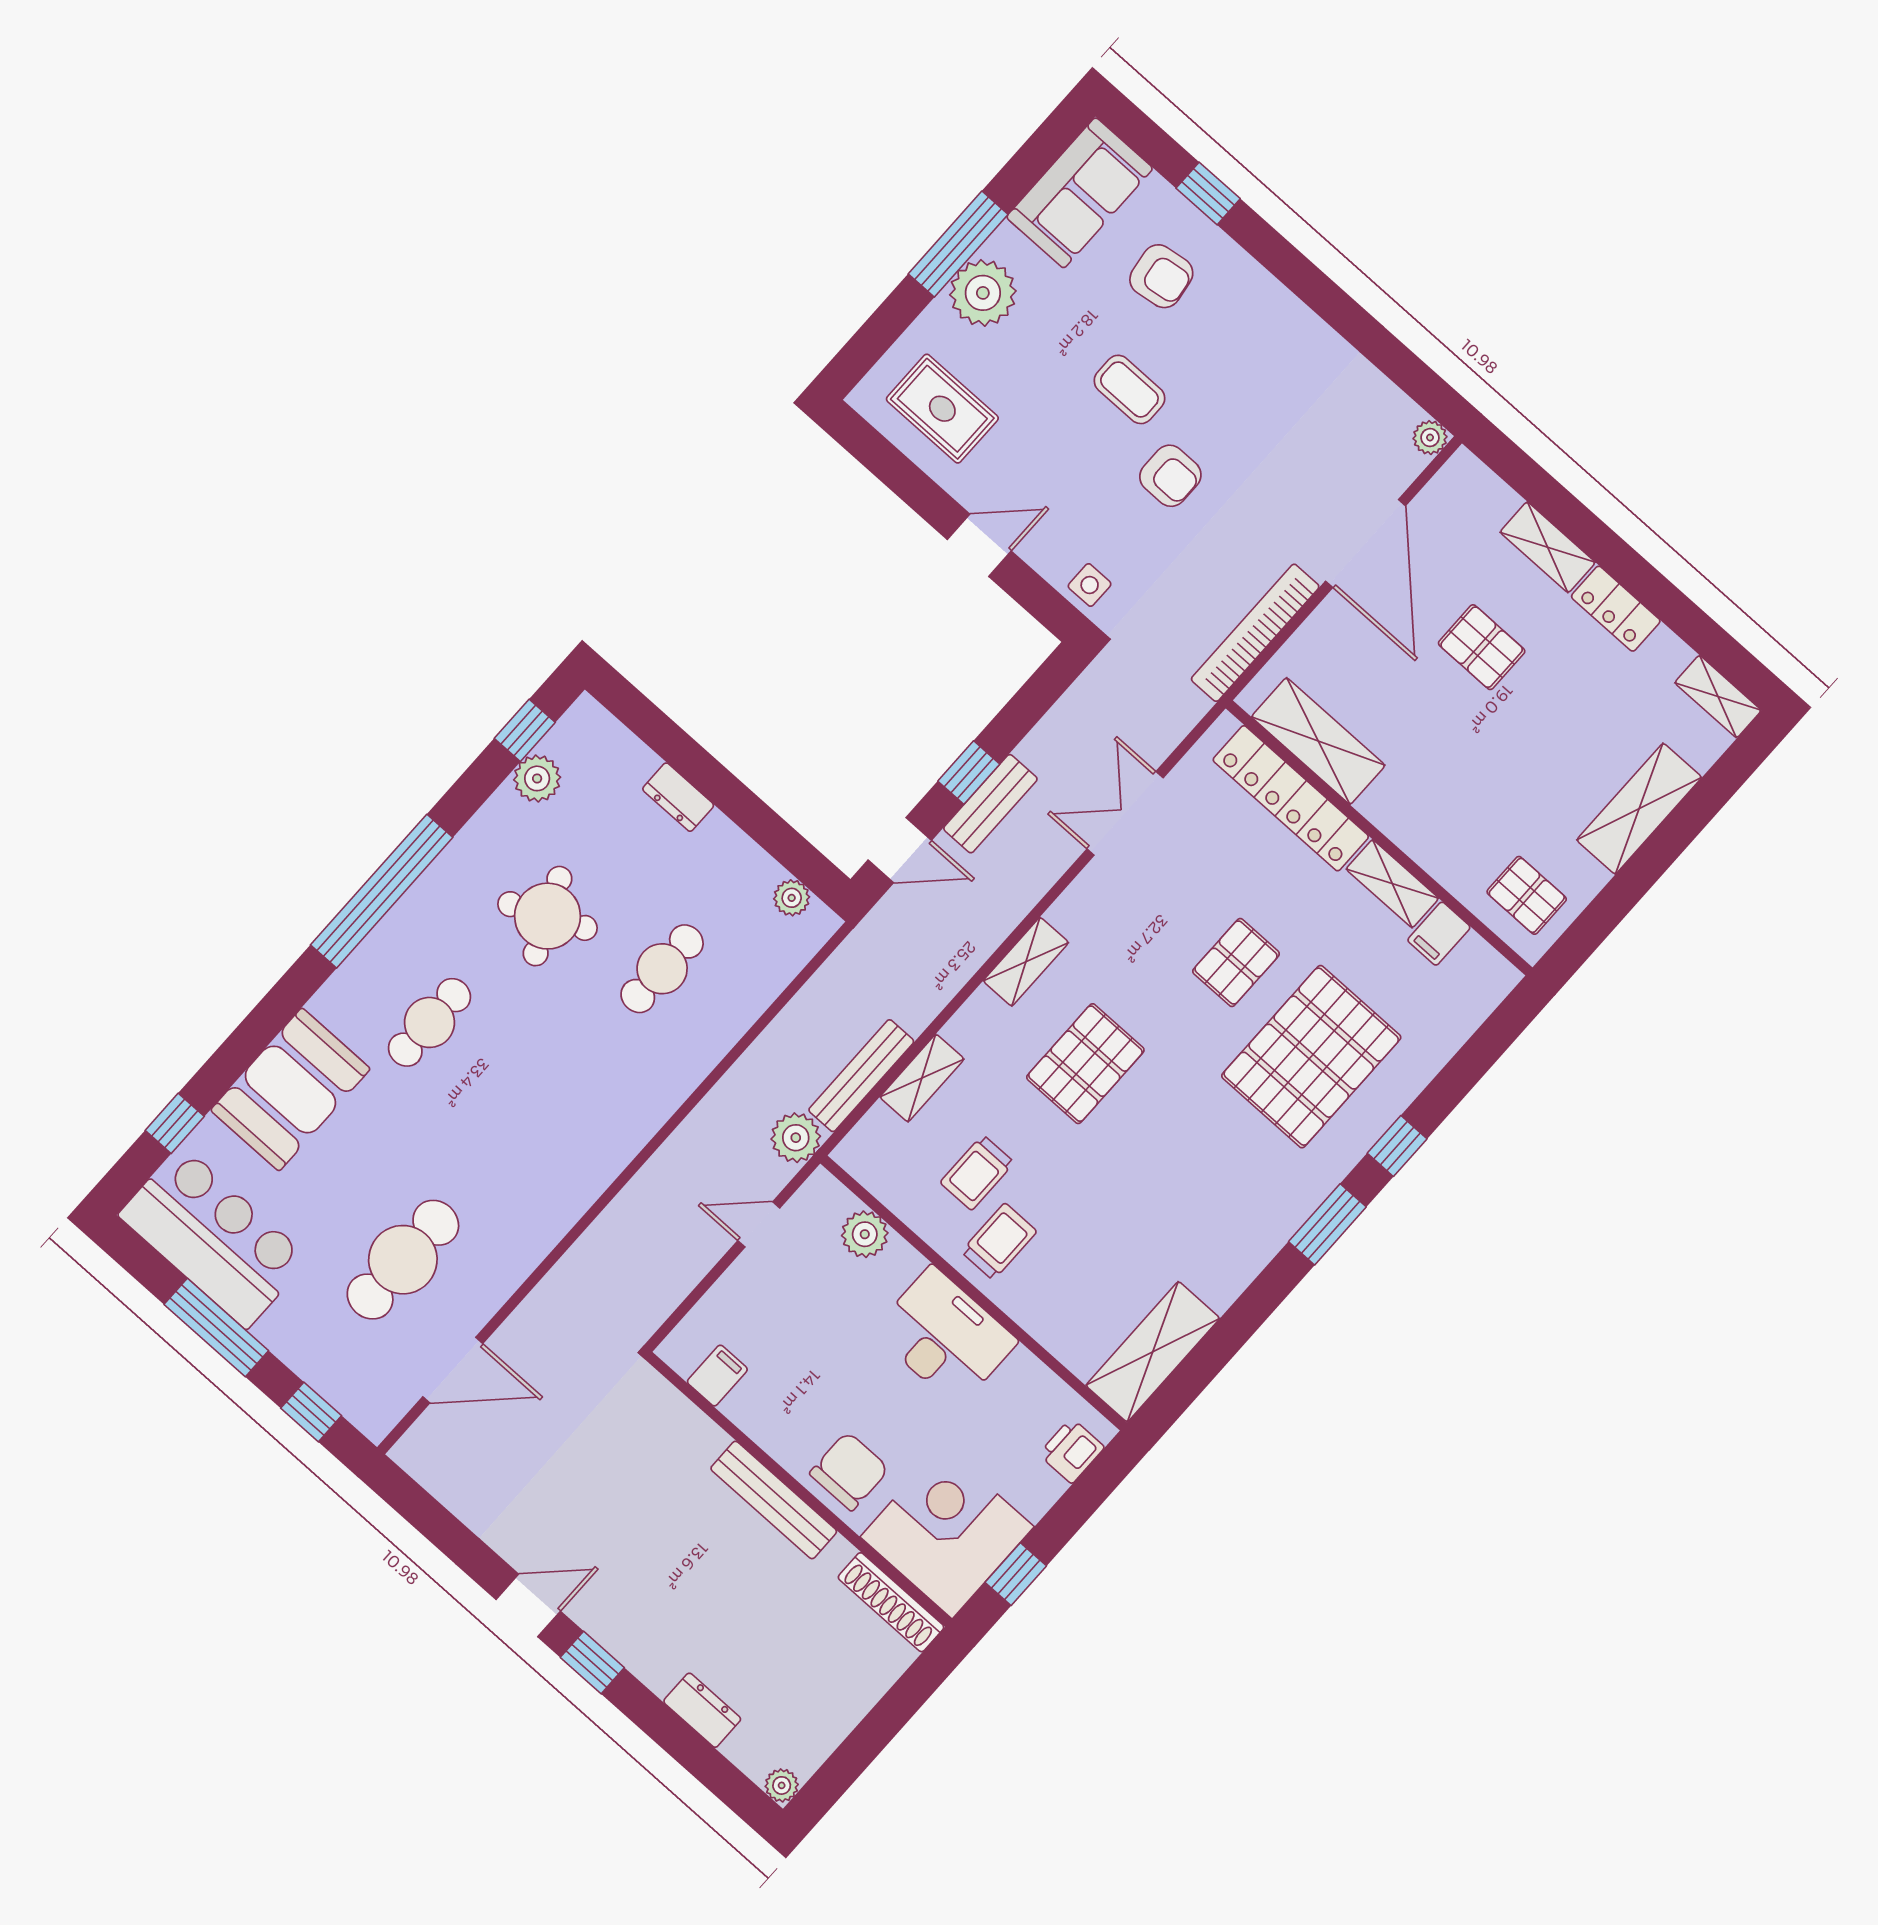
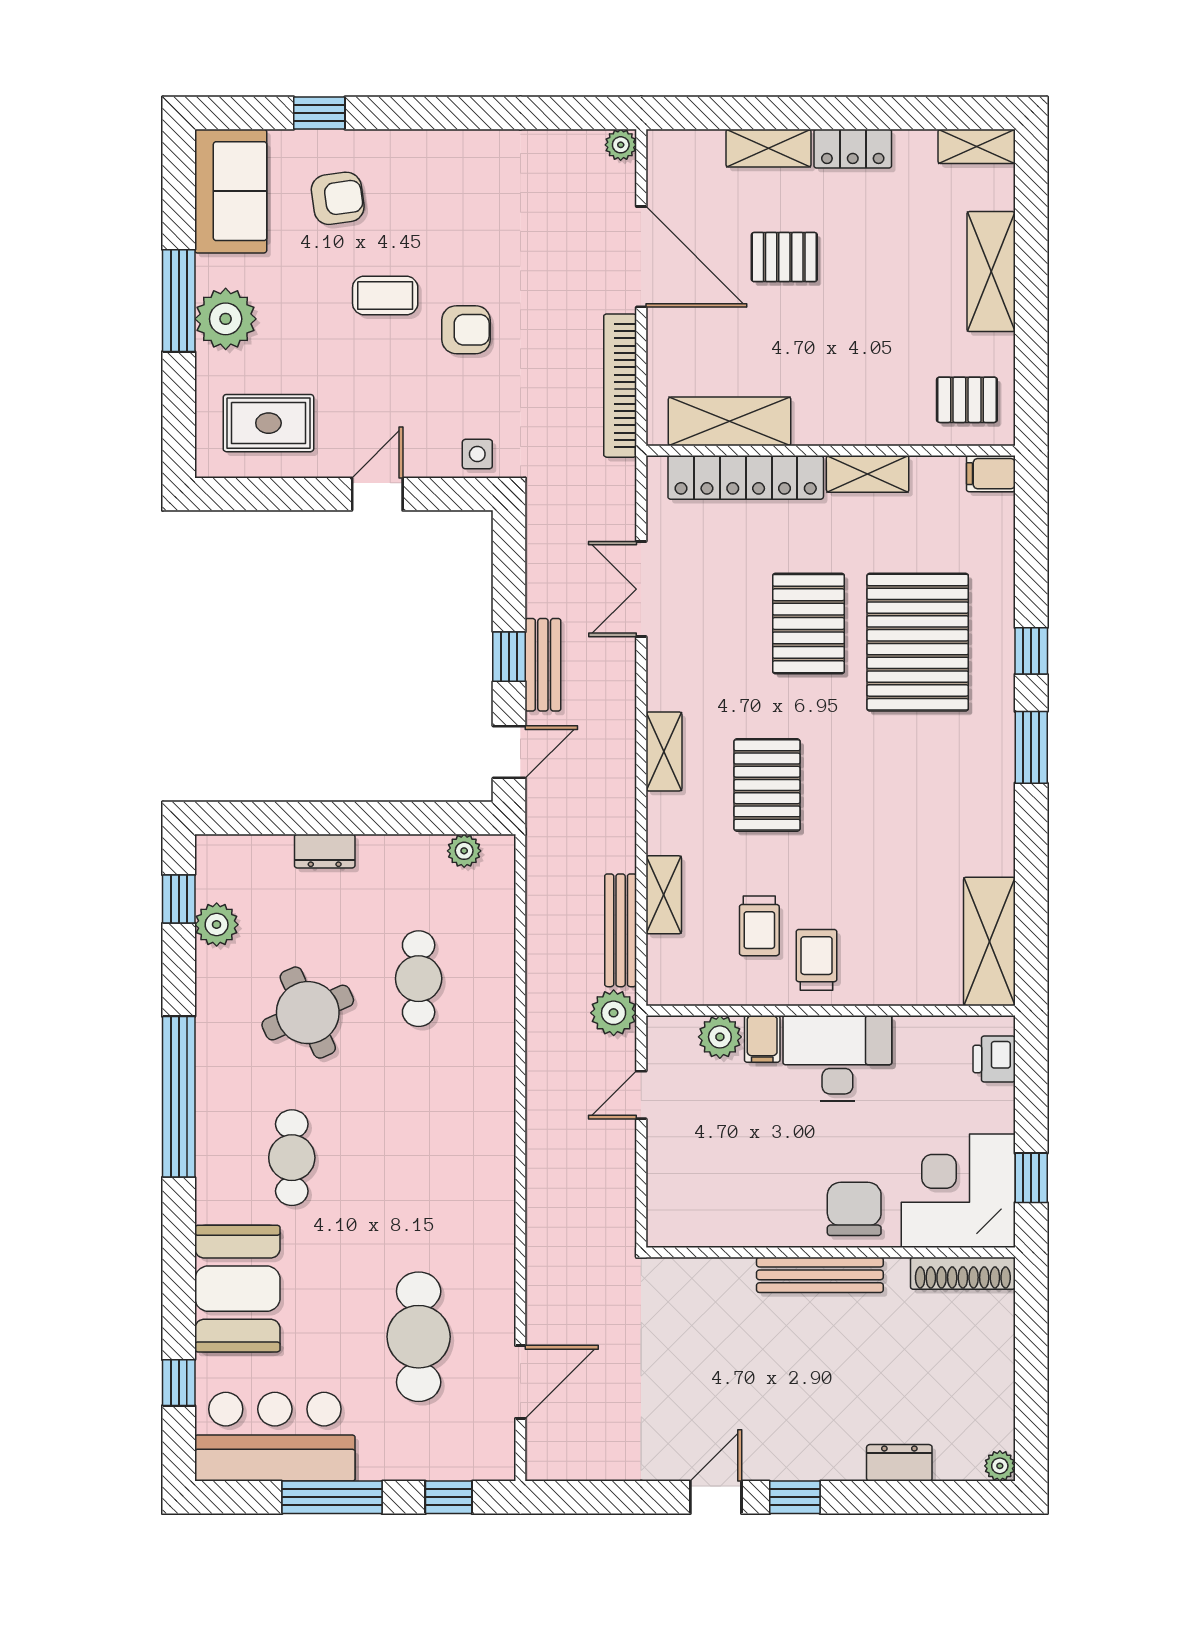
filing cabinet: (1439, 934) -> (991, 474), moved, turned 90
pallet: (1236, 962) -> (809, 624), width x1.50, depth x1.42
filing cabinet: (717, 1376) -> (762, 1039), moved, turned 180

